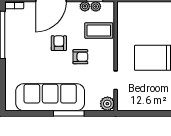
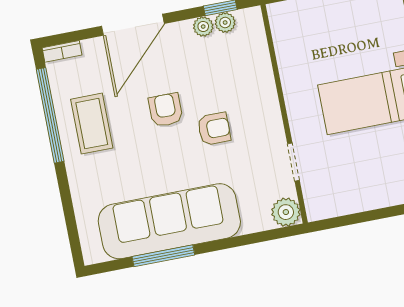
coffee table: (99, 31) -> (92, 124), moved, turned 90
window: (69, 113) -> (163, 256), moved

